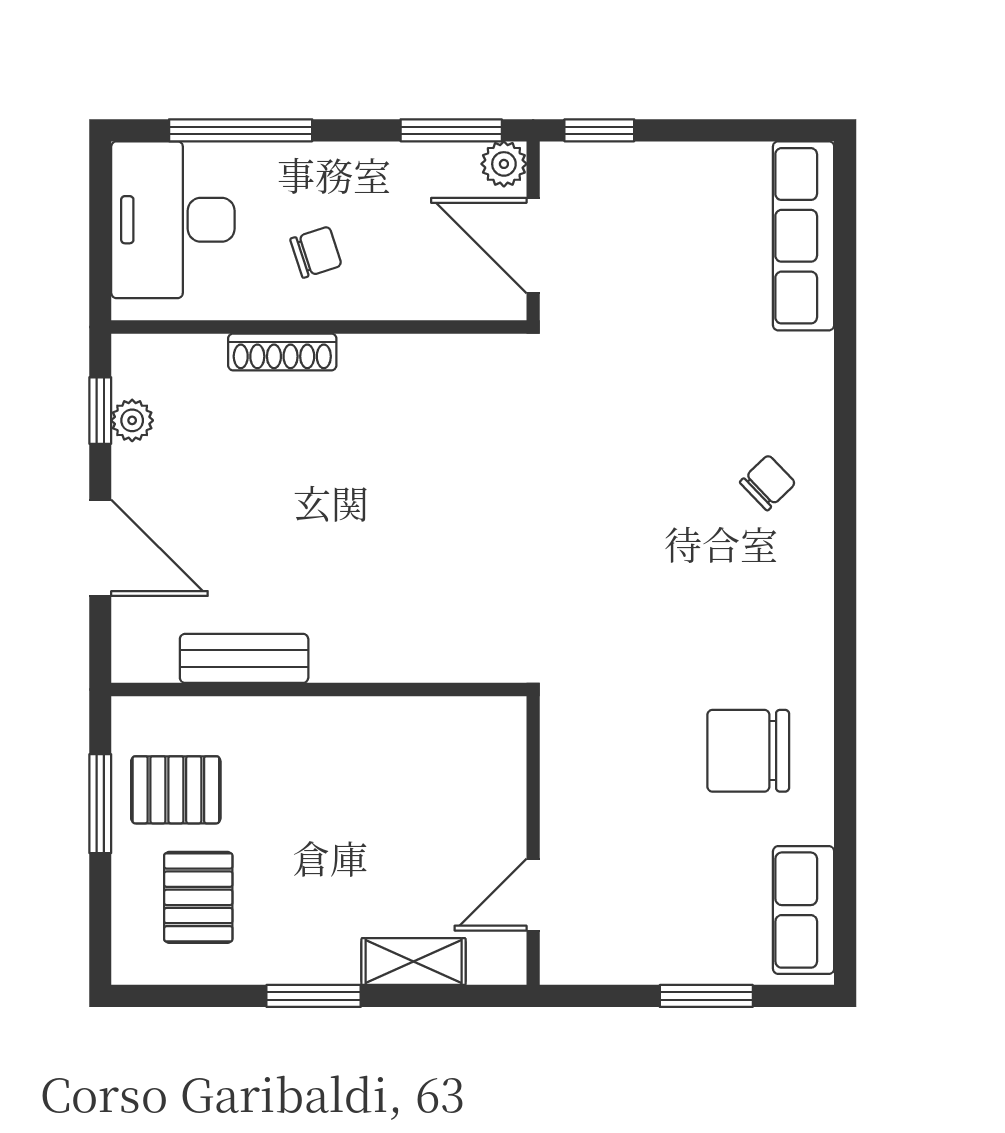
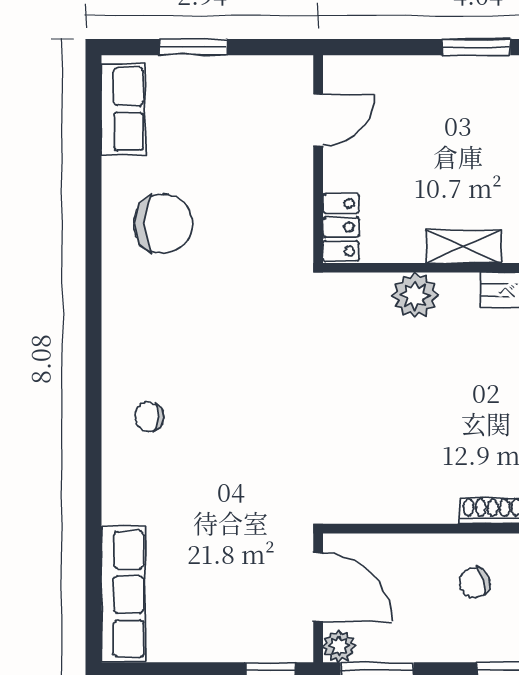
chair: (768, 483) -> (149, 417), turned 49
plant: (399, 651) -> (415, 295), added
locker: (501, 746) -> (341, 227), added
shelving: (414, 962) -> (464, 246), moved

